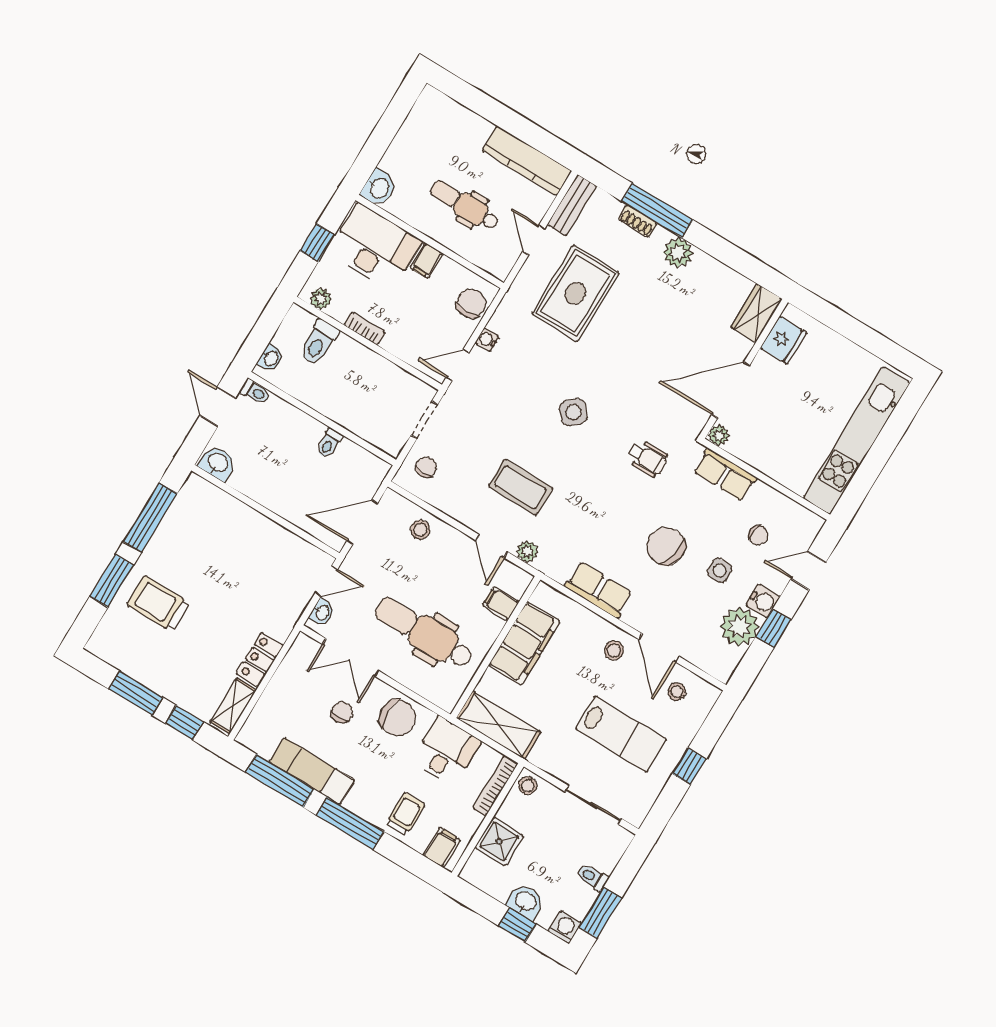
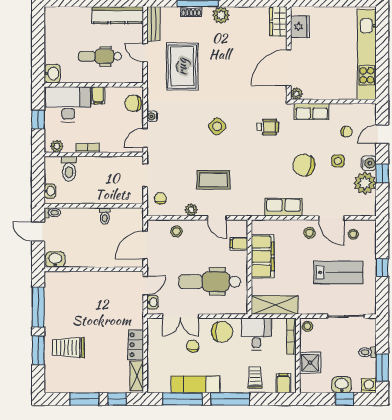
chair: (471, 304) -> (133, 103), turned -90
plant: (527, 552) -> (191, 210), moved

